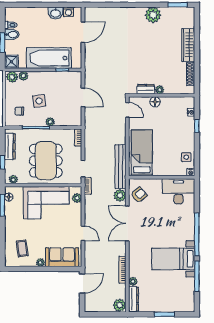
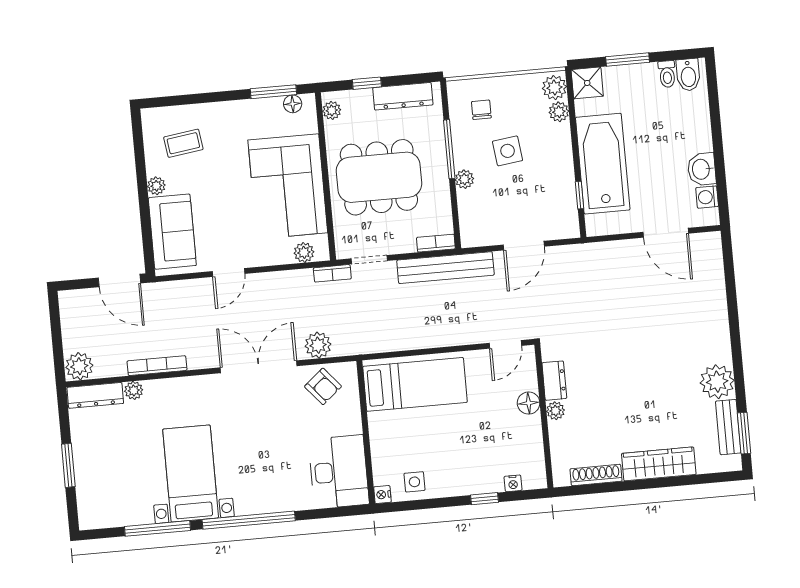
bench: (174, 12) -> (728, 427), added
bidet: (12, 35) -> (688, 75), moved
bench: (121, 167) -> (445, 268), moved

